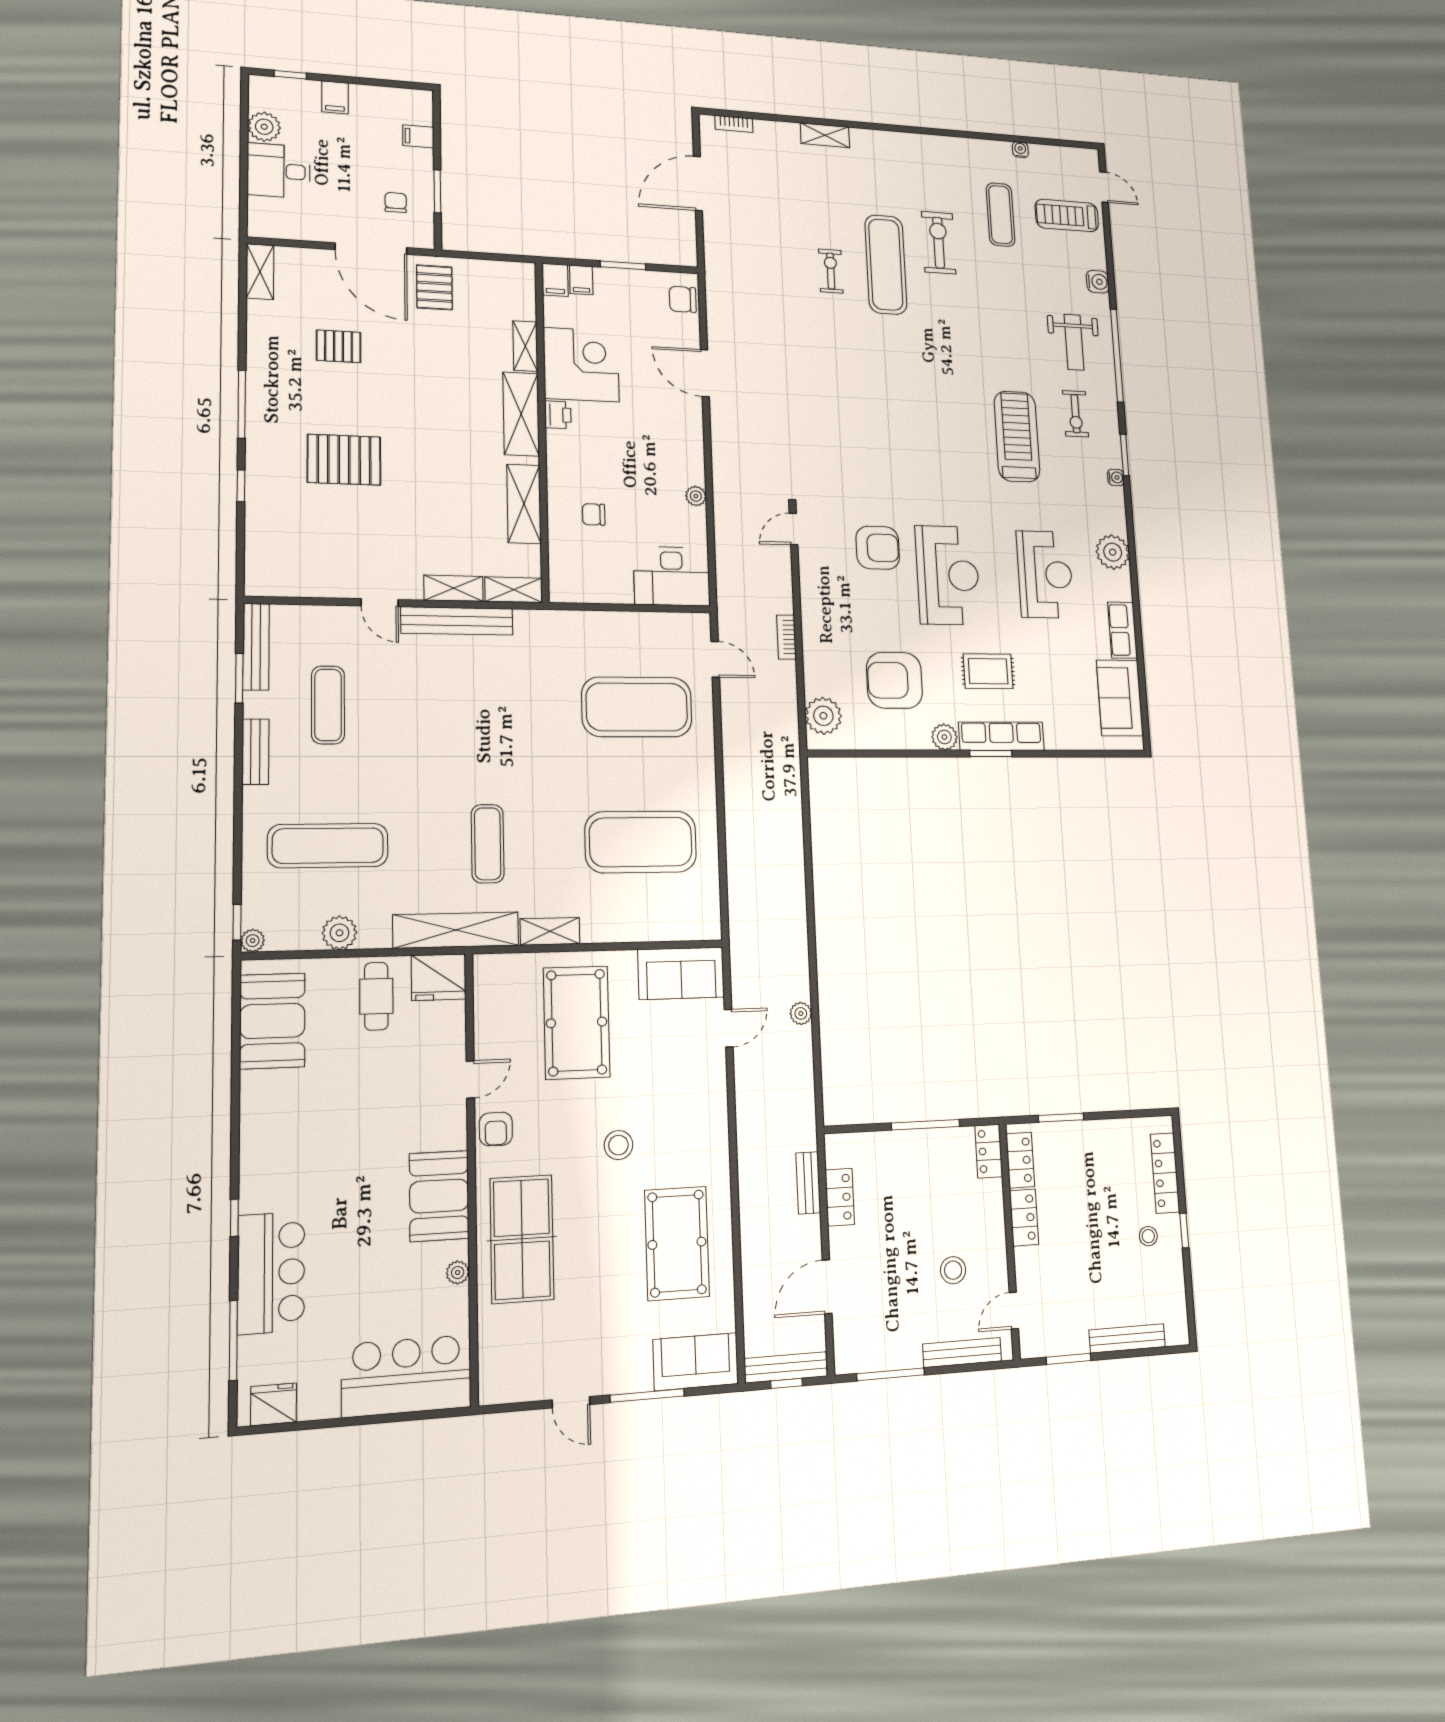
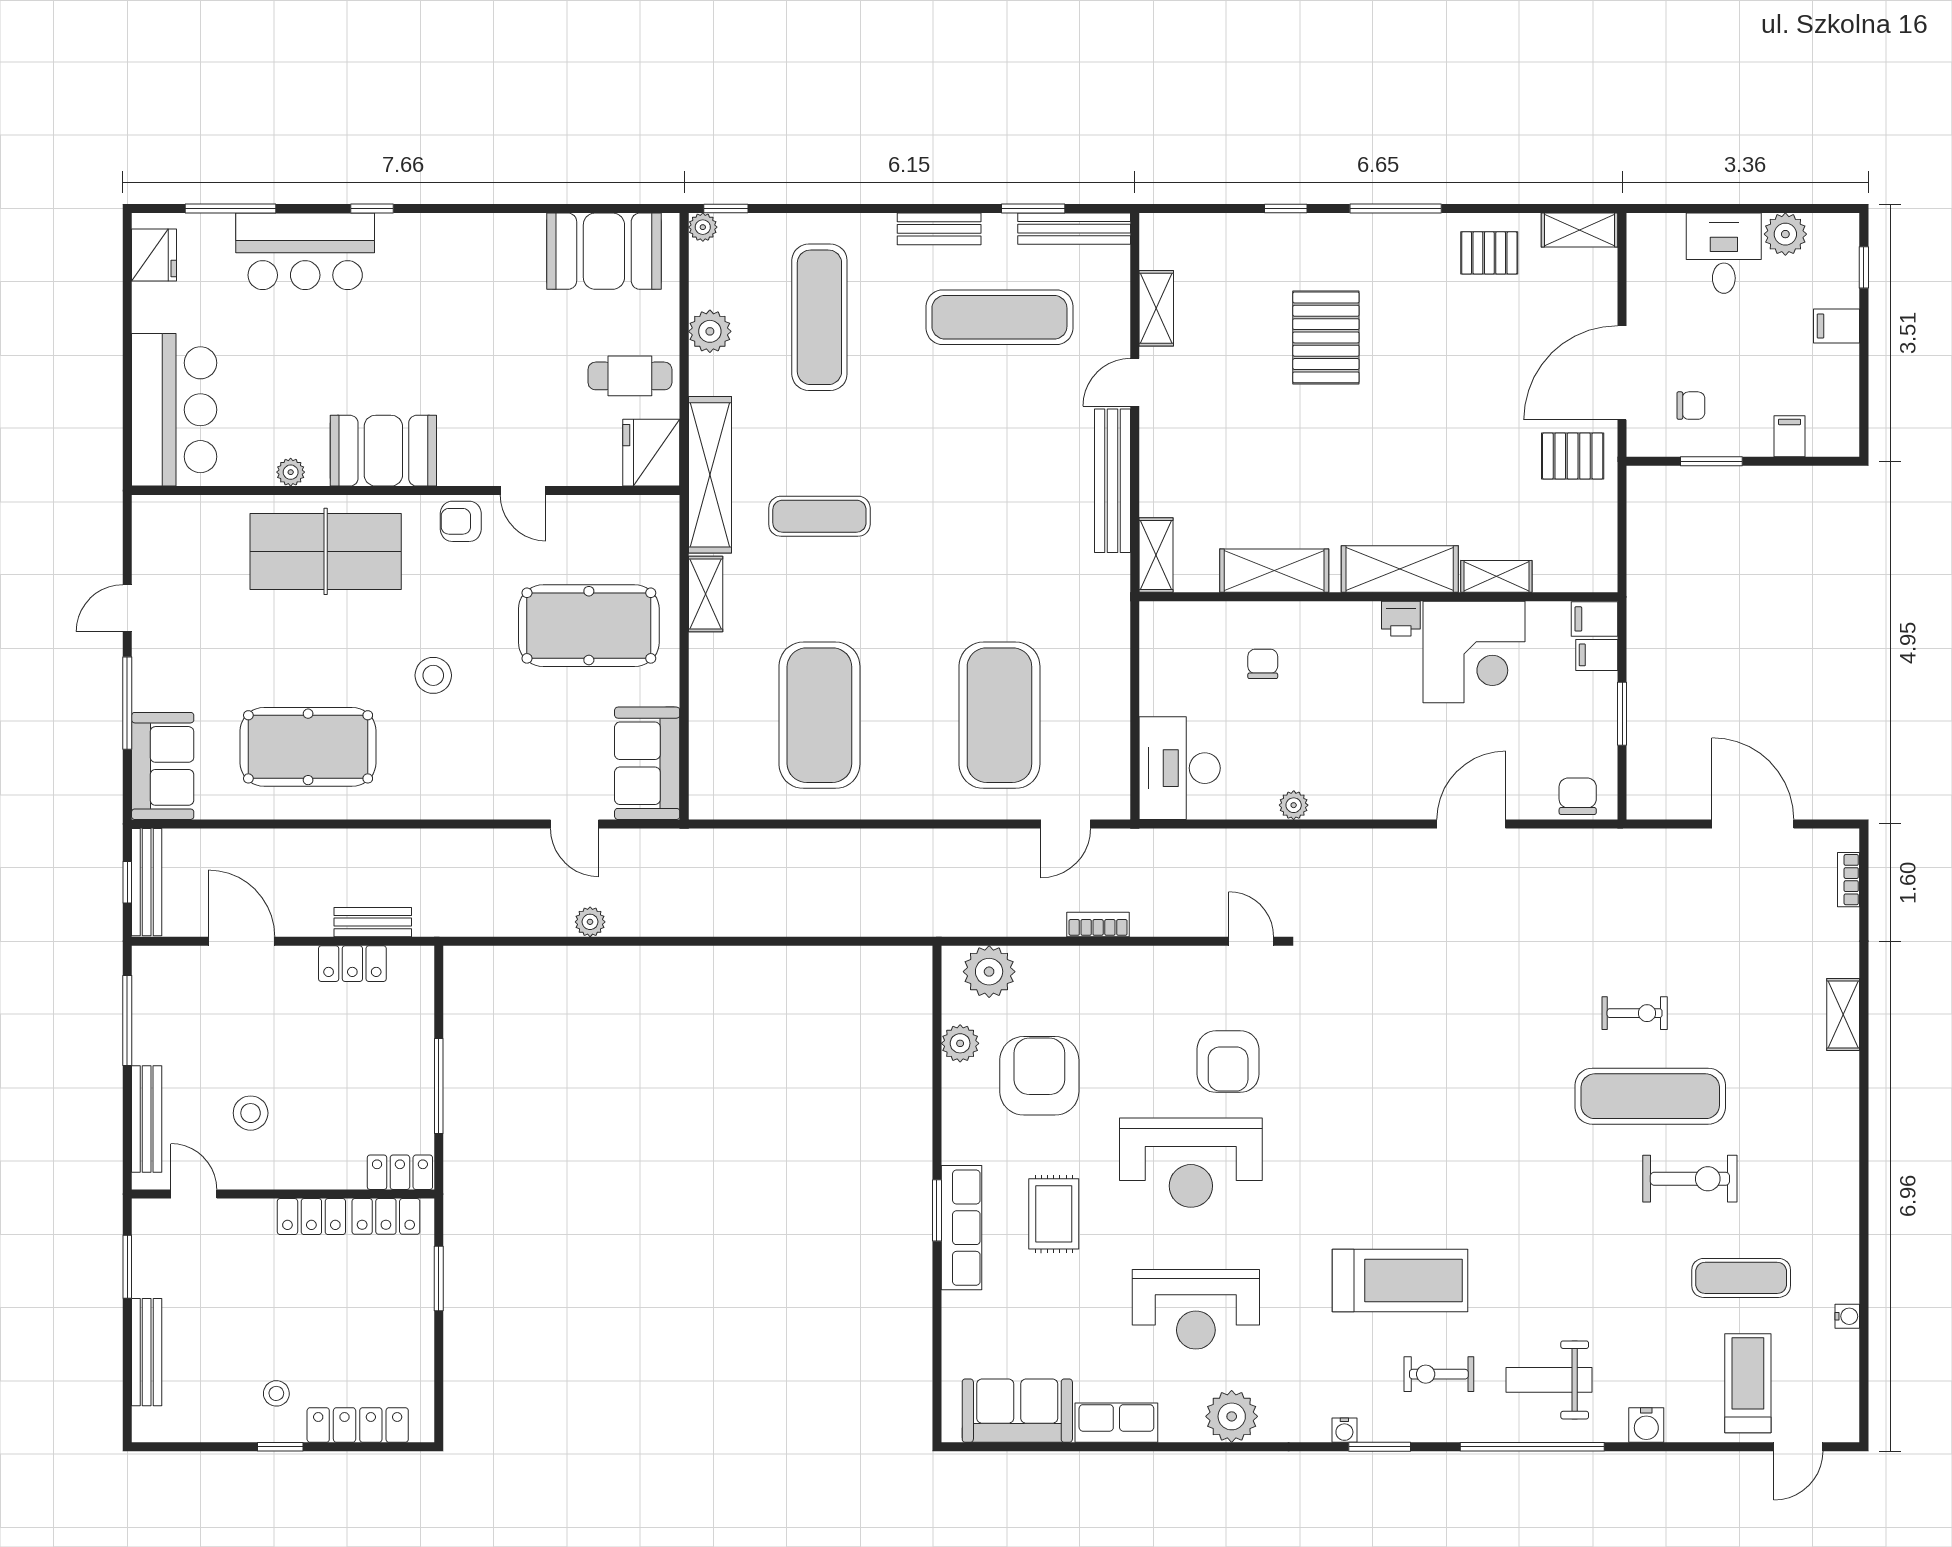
pallet: (339, 346) -> (1489, 253), moved, turned 90
shelving: (453, 588) -> (1156, 308), moved
exercise mat: (328, 705) -> (999, 317), width x1.36, depth x1.45
plant: (944, 737) -> (960, 1043), moved

